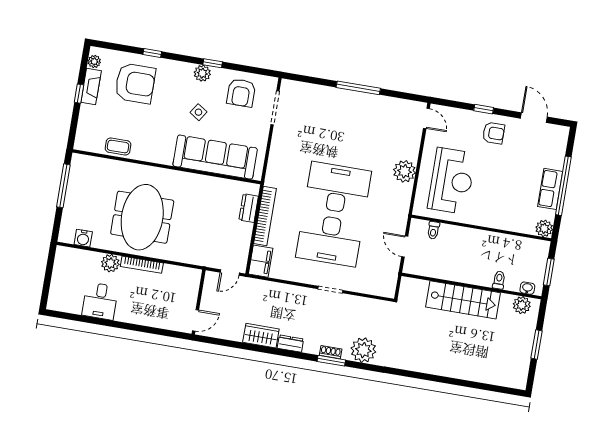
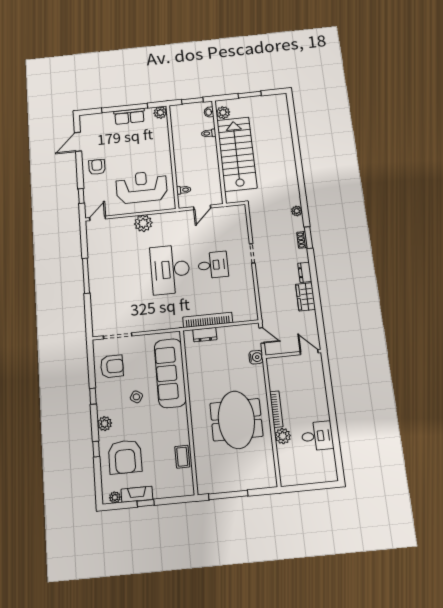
plant: (202, 73) -> (105, 424), moved
armchair: (135, 83) -> (125, 457), turned 180
window: (484, 109) -> (81, 196), moved
meeting table: (142, 217) -> (236, 420), turned 90
water cooler: (83, 238) -> (256, 357), moved
desk: (329, 240) -> (213, 265), width x0.53, depth x0.77
filing cabinet: (261, 261) -> (245, 313), removed
stairs: (463, 300) -> (237, 154), width x1.36, depth x1.51
plant: (363, 350) -> (297, 211), width x0.53, depth x0.53

